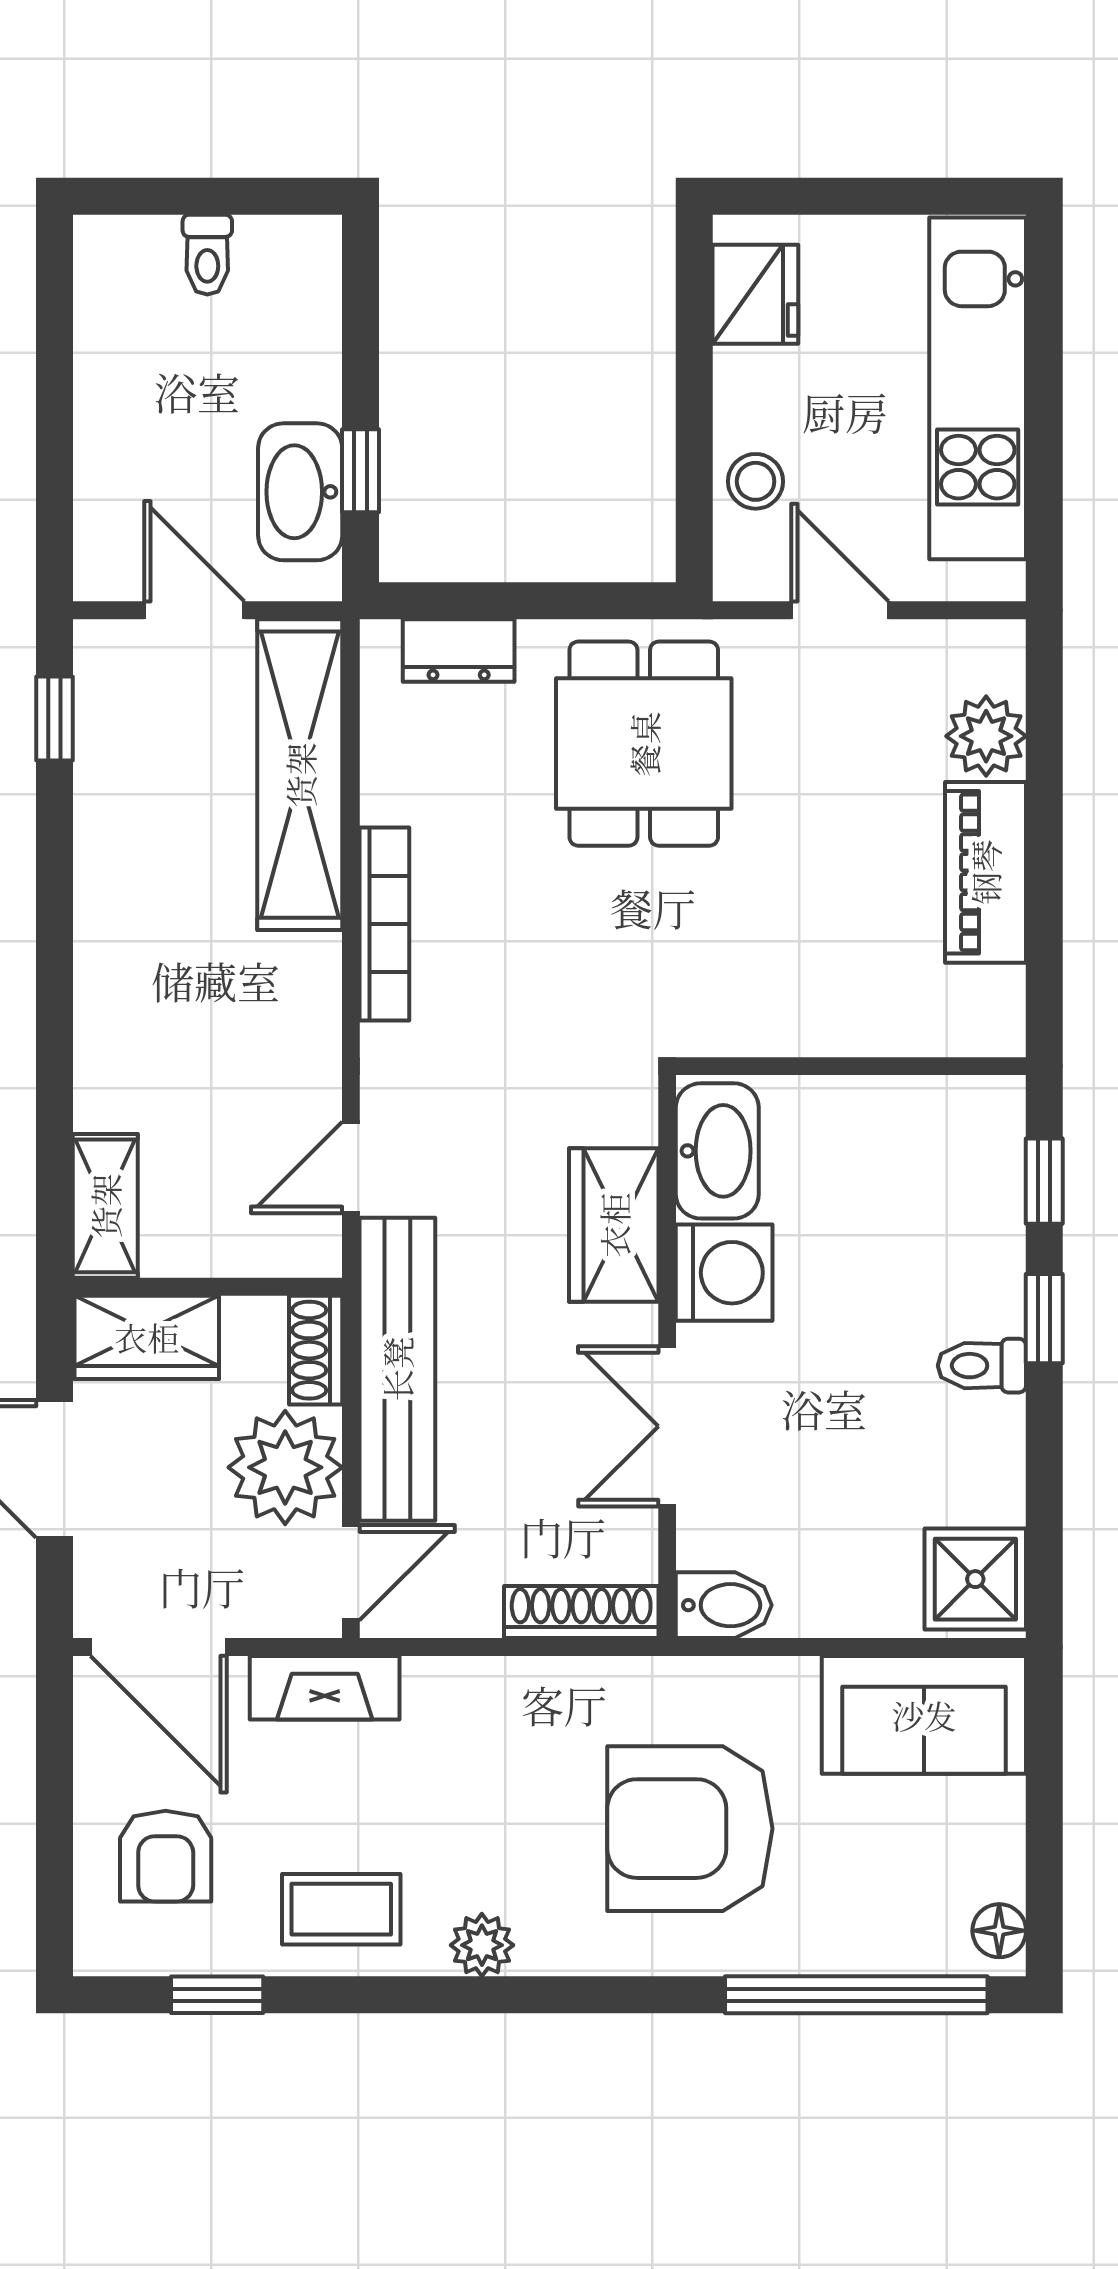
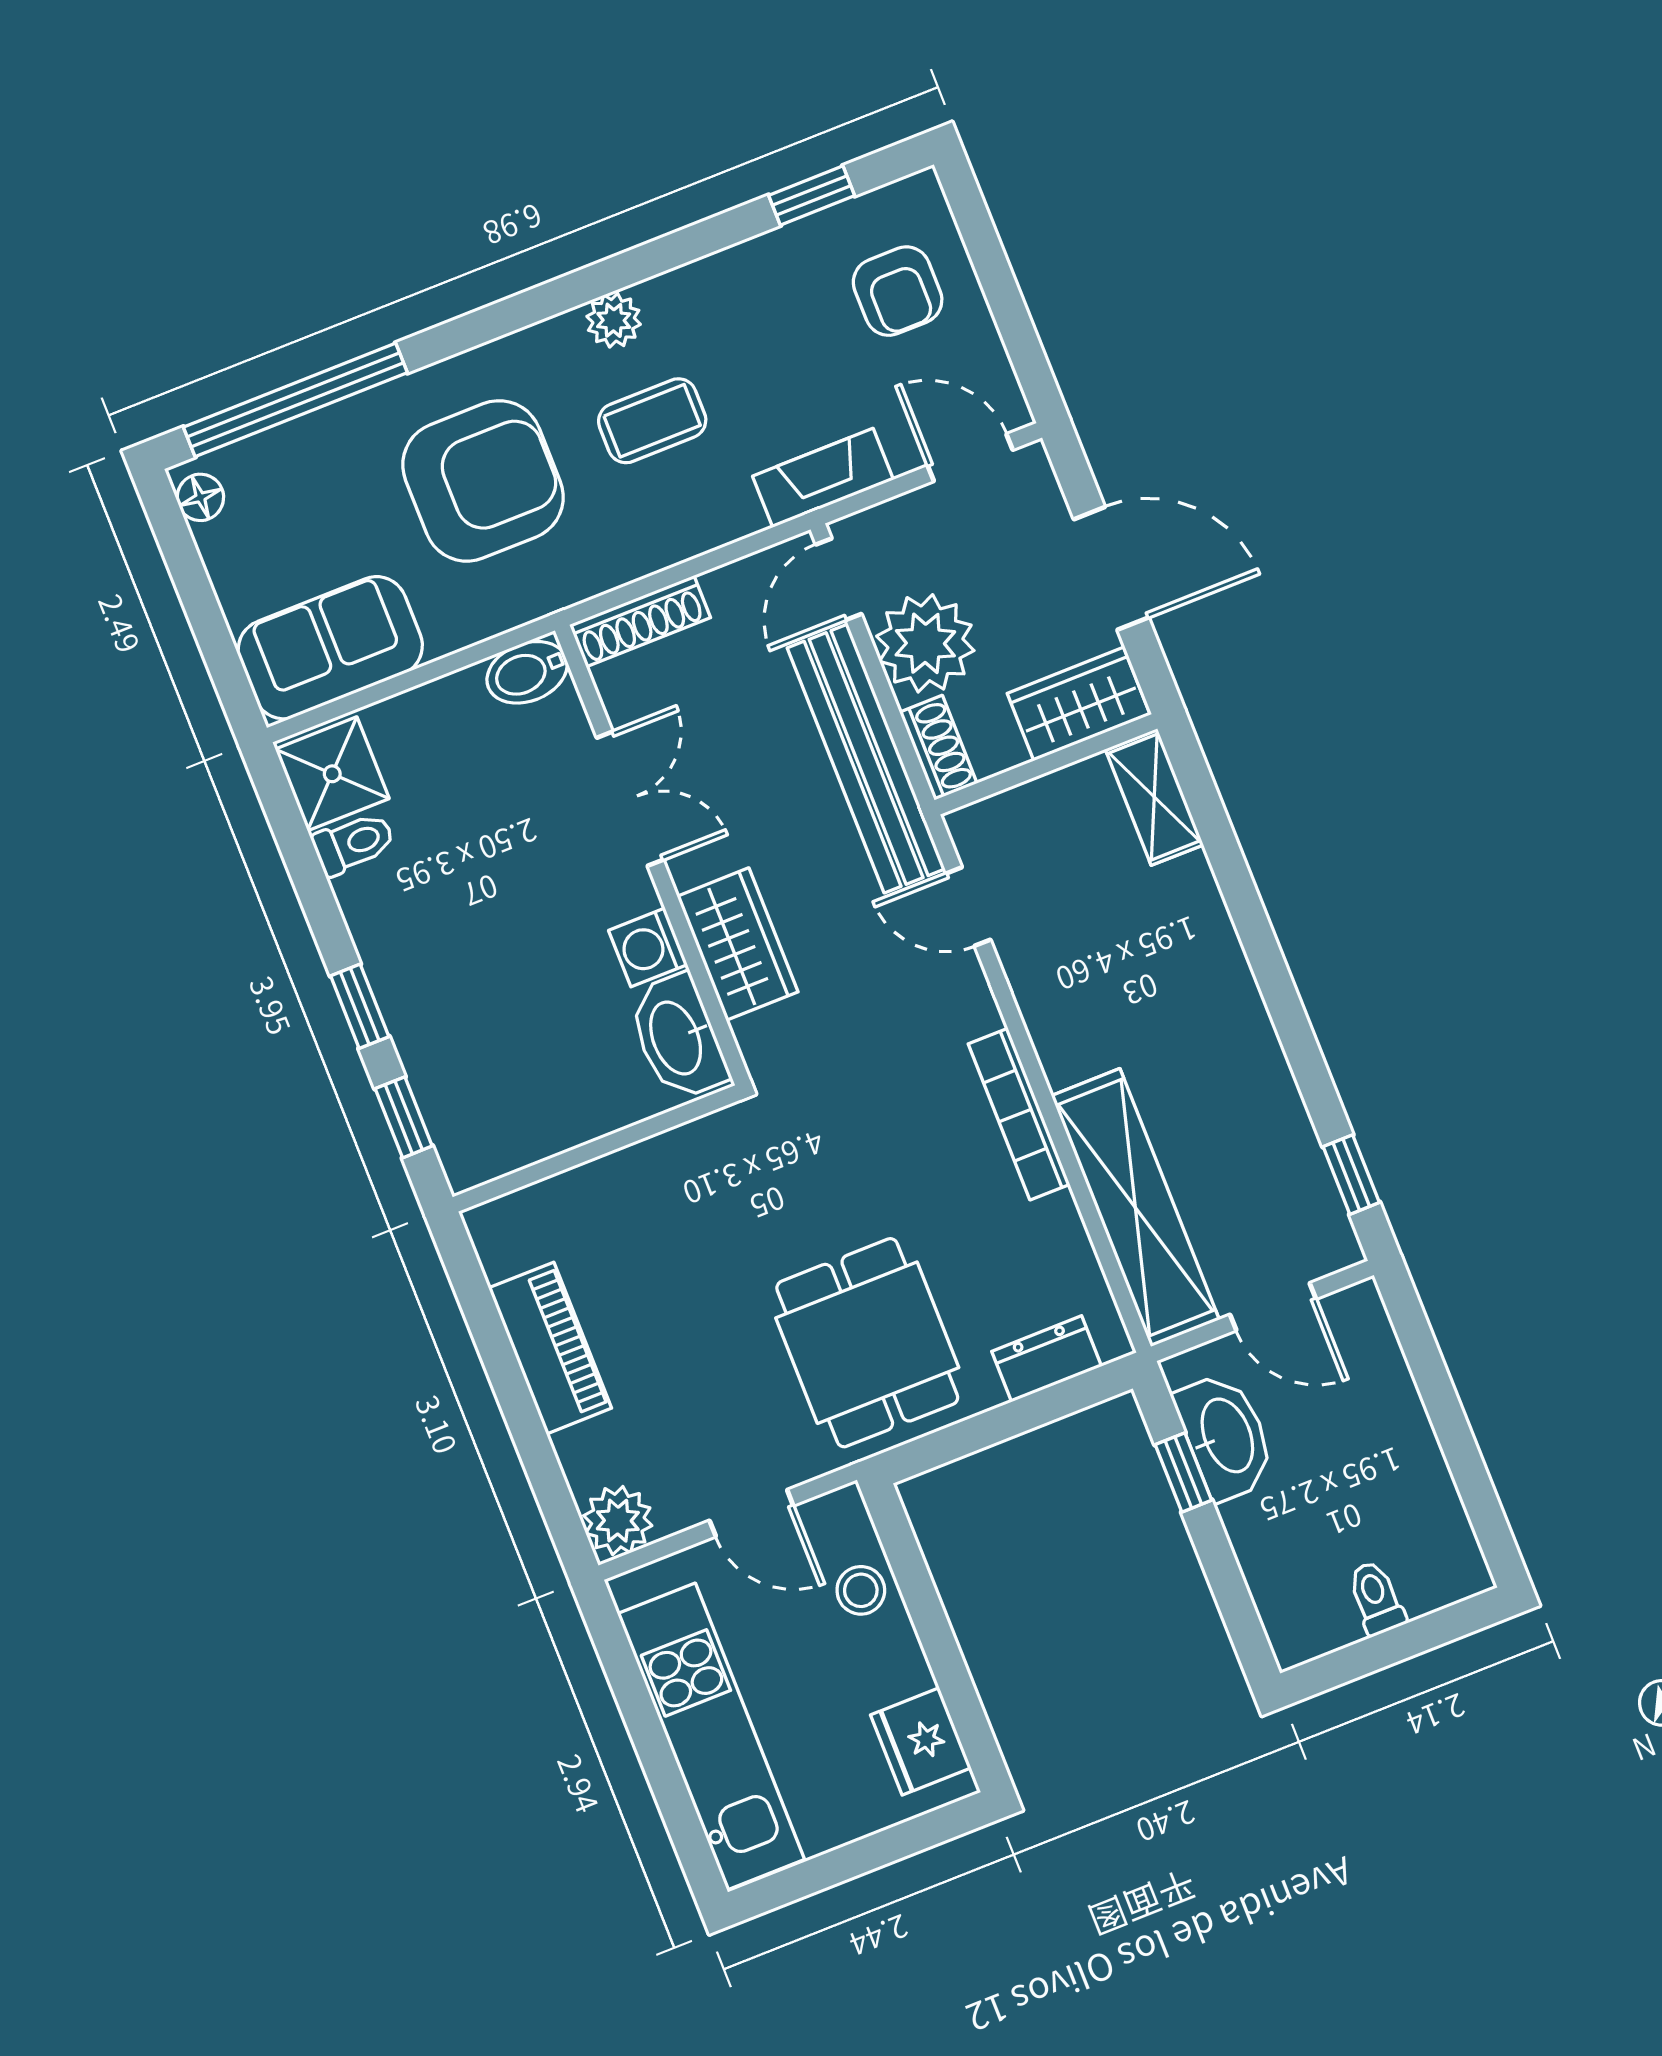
plant: (986, 736) -> (618, 1521), moved
door: (351, 1168) -> (968, 907), swing flipped
washing machine: (724, 1273) -> (648, 947), width x0.73, depth x0.73
toilet: (982, 1366) -> (354, 843), moved
door: (159, 1647) -> (970, 458), width x0.73
armchair: (166, 1856) -> (898, 291), turned 180
coffee table: (341, 1909) -> (652, 421), moved

